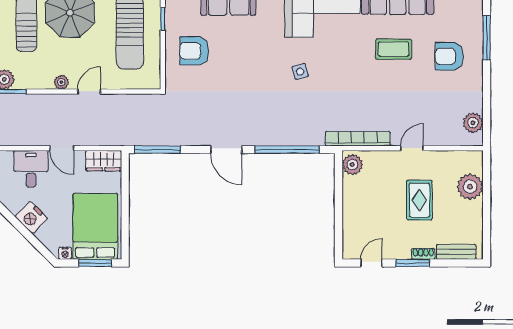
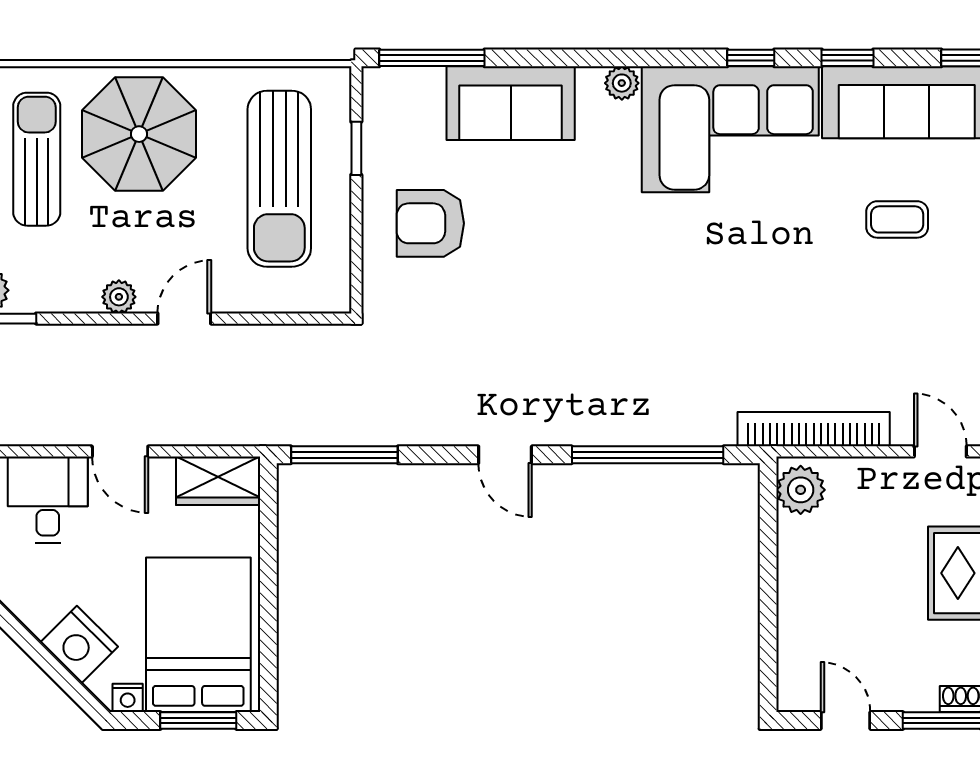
coffee table: (394, 49) -> (897, 219), width x0.73, depth x0.77
side table: (300, 72) -> (678, 272), removed
door: (412, 148) -> (940, 451), hinge flipped
door: (226, 150) -> (505, 455), width x0.73
nightstand: (31, 218) -> (79, 645), moved
door: (371, 263) -> (845, 720), hinge flipped

